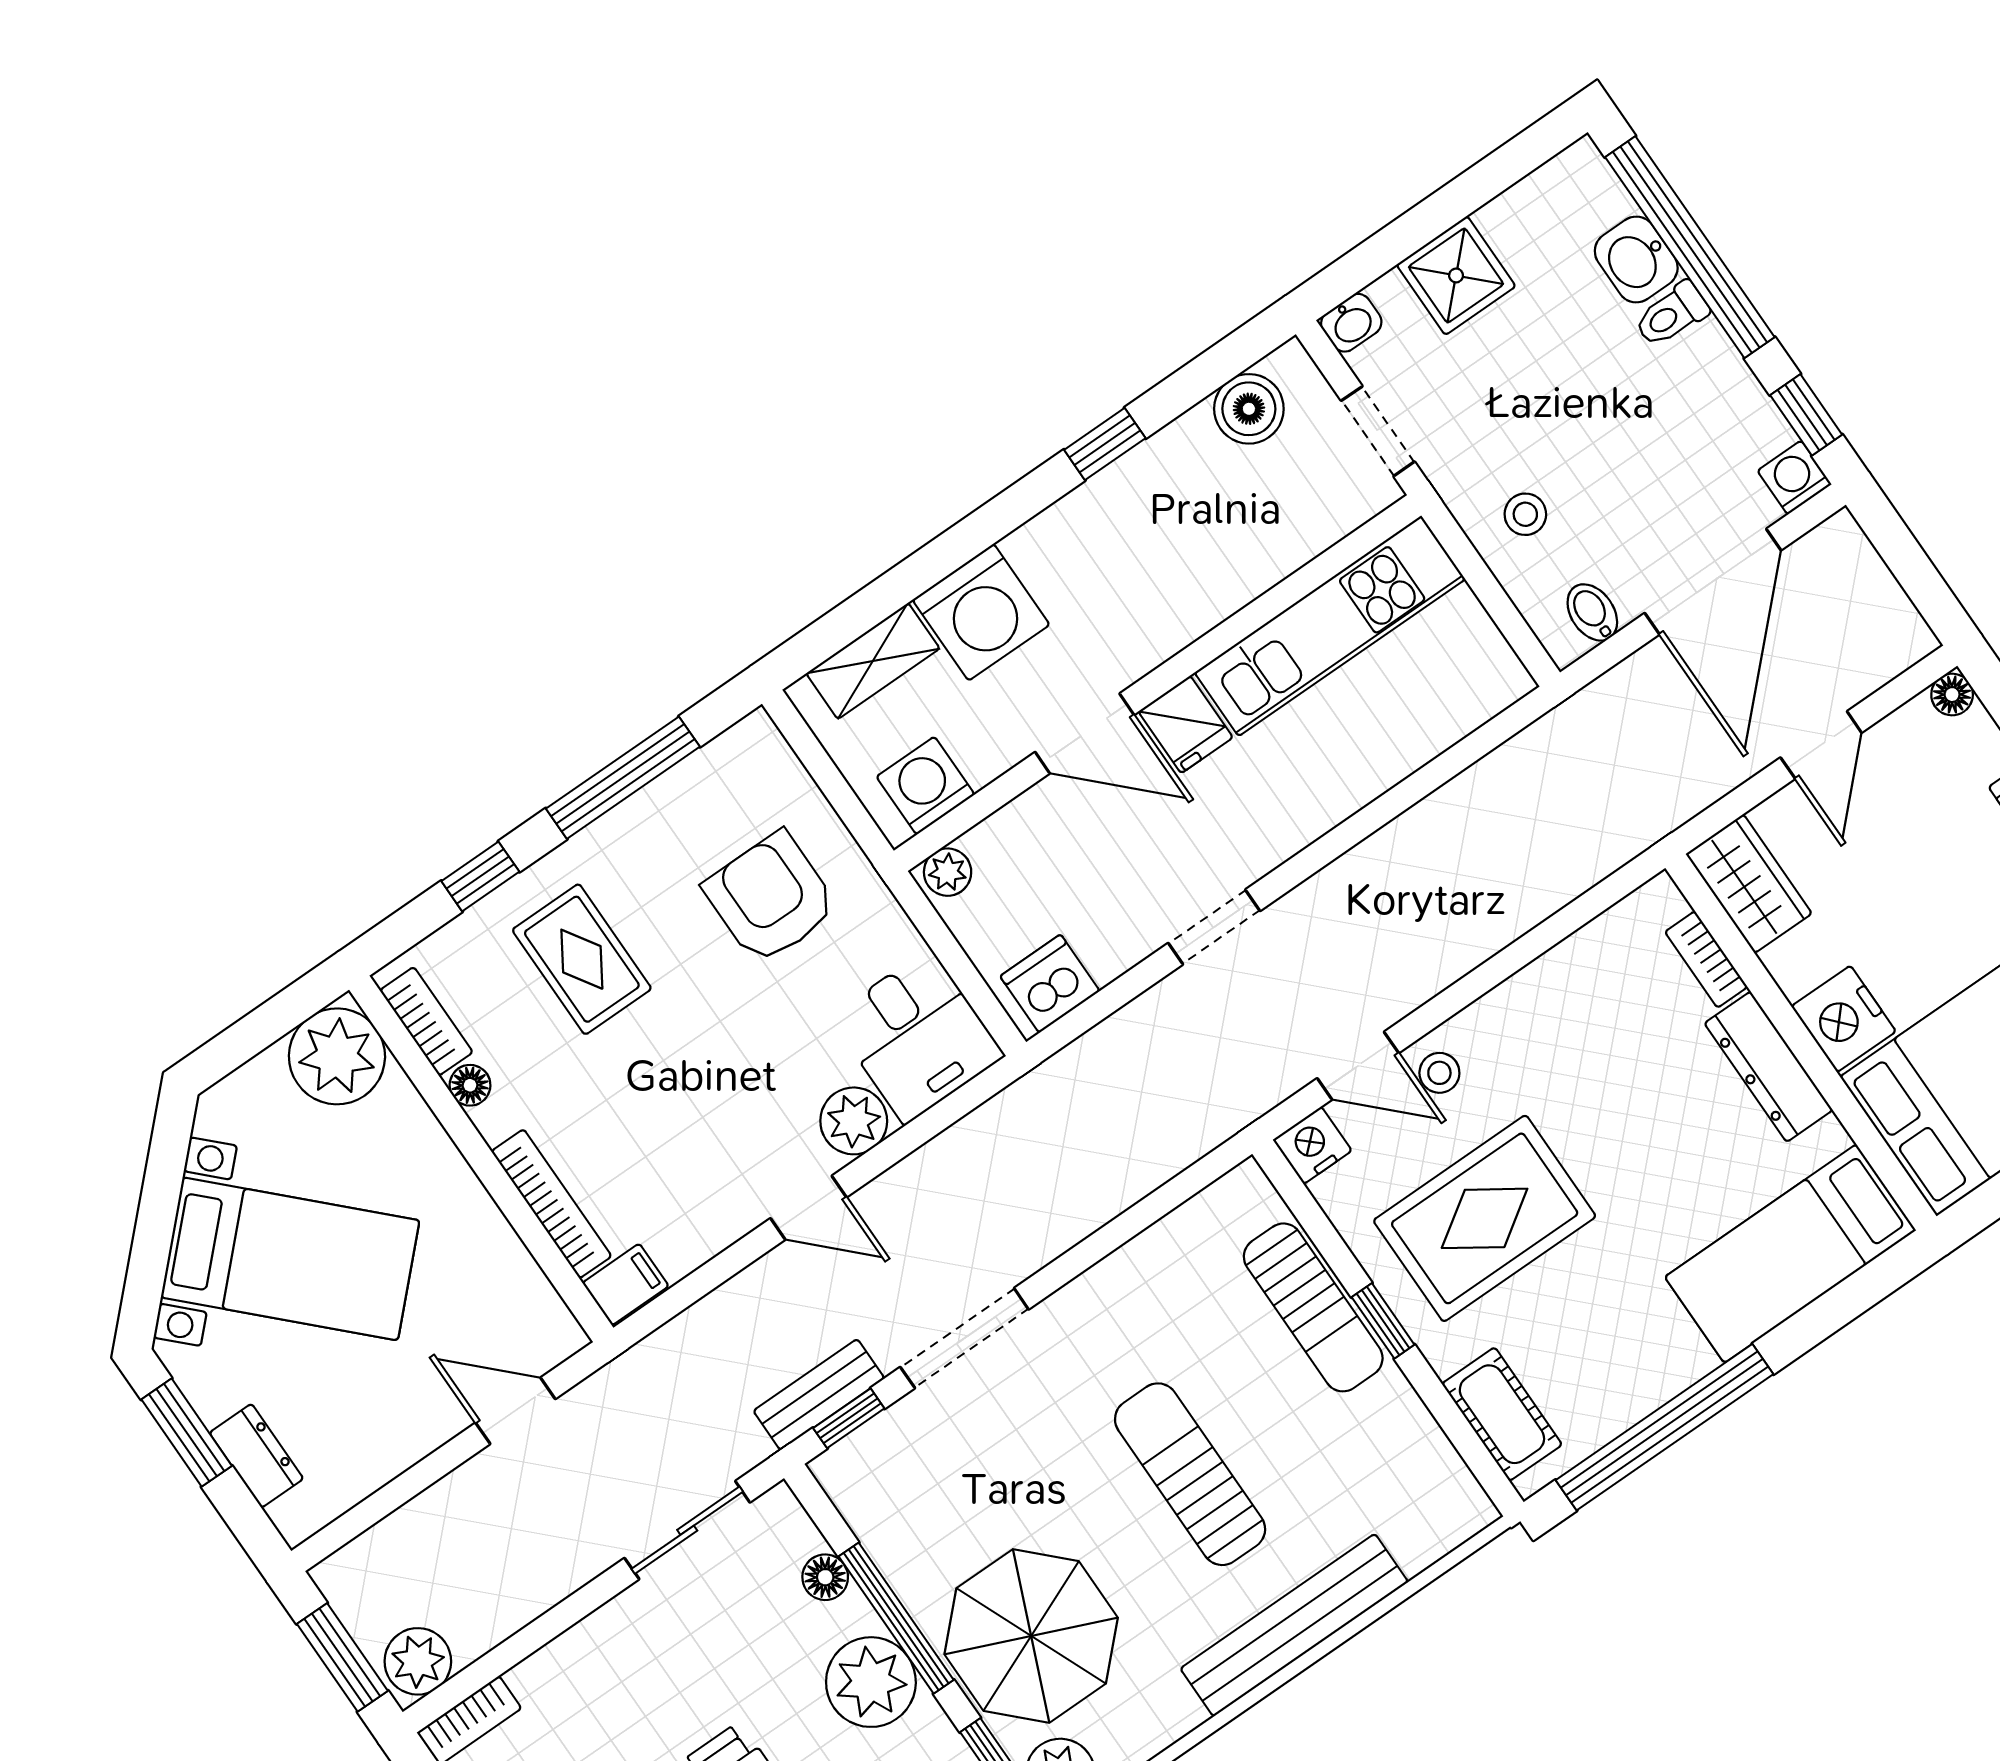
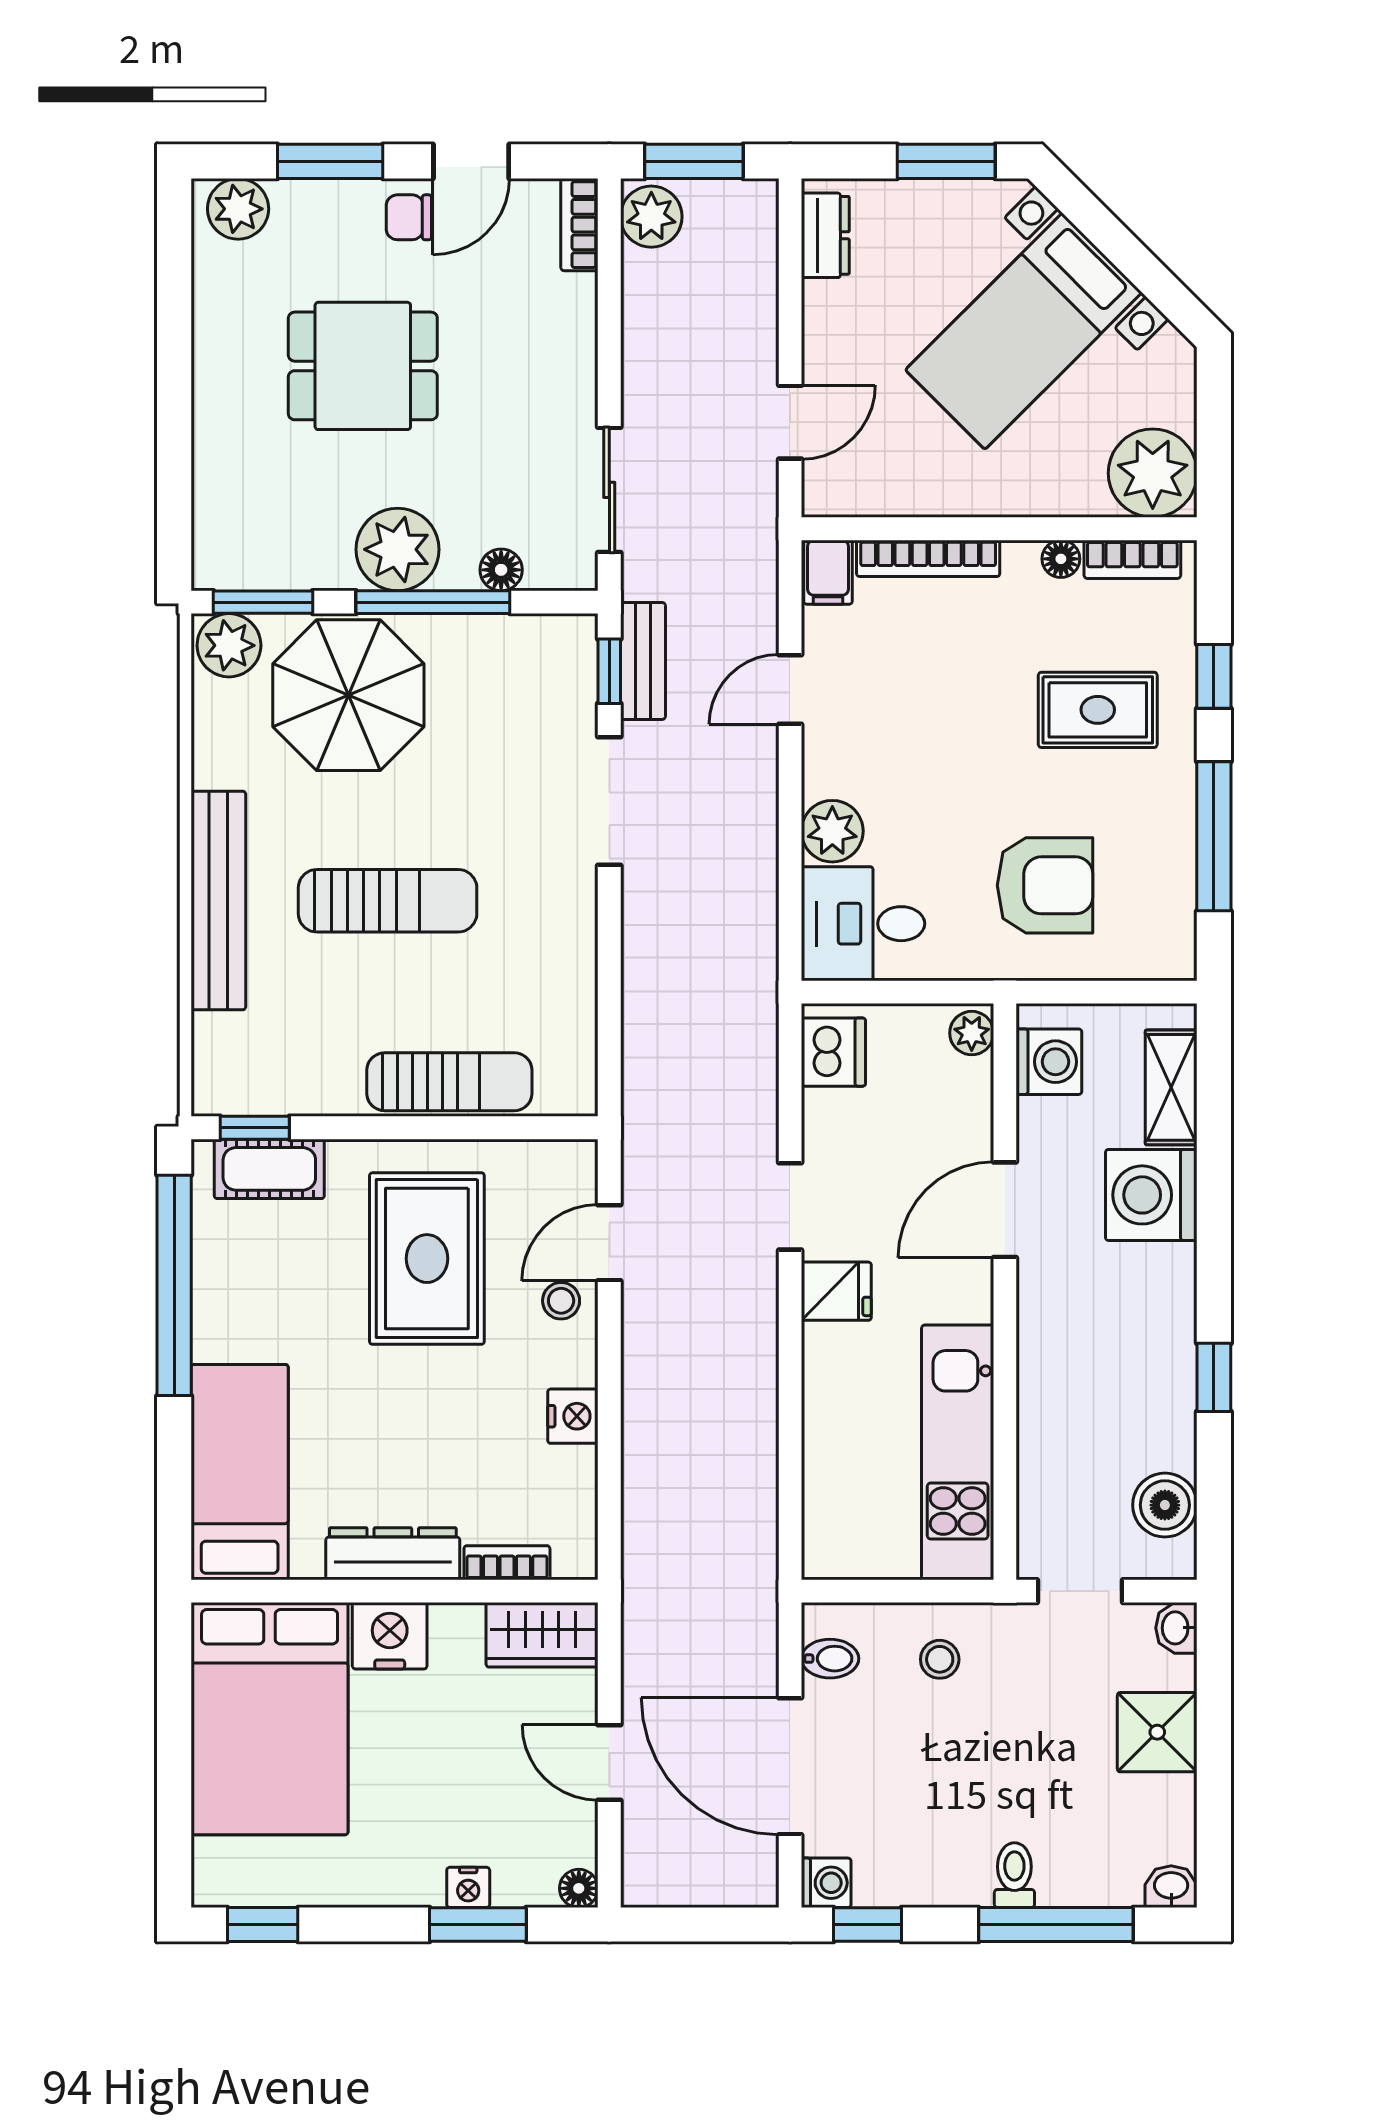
window: (1690, 247) -> (1056, 1925), width x0.68
washbasin: (1636, 259) -> (1171, 1887), moved, width x0.72, depth x0.69
fridge: (1186, 724) -> (836, 1291), moved, turned 180
nightstand: (1312, 1145) -> (573, 1416), moved
door: (809, 1208) -> (790, 689), moved
sun lounger: (1313, 1307) -> (449, 1082), turned 180
window: (1383, 1321) -> (255, 1128), moved
dresser: (256, 1456) -> (825, 235), moved, turned -90

